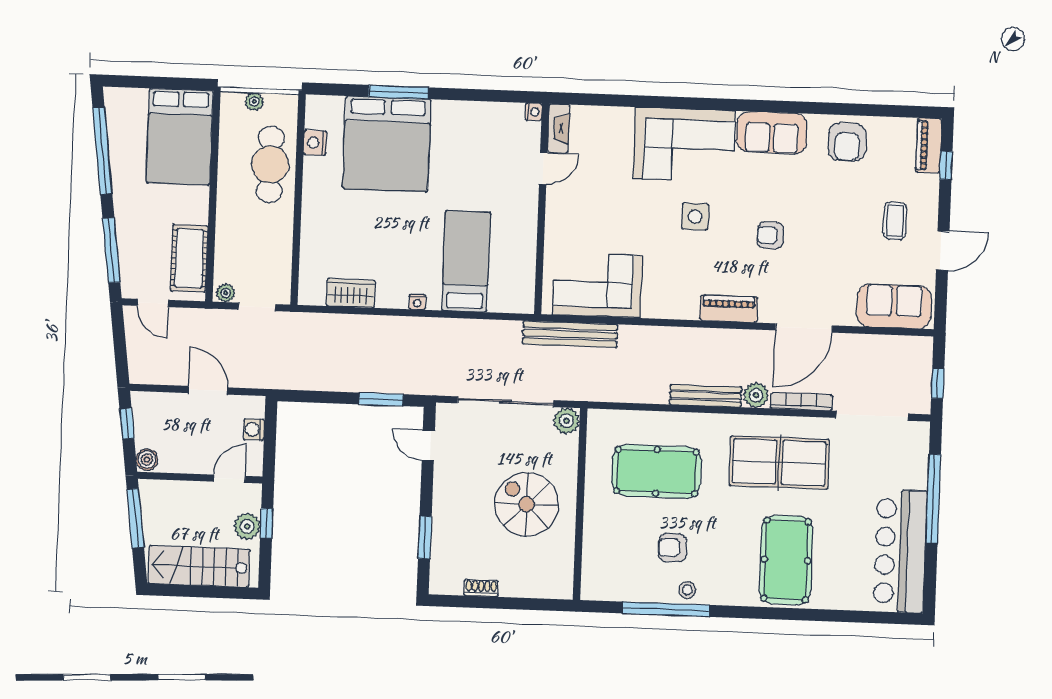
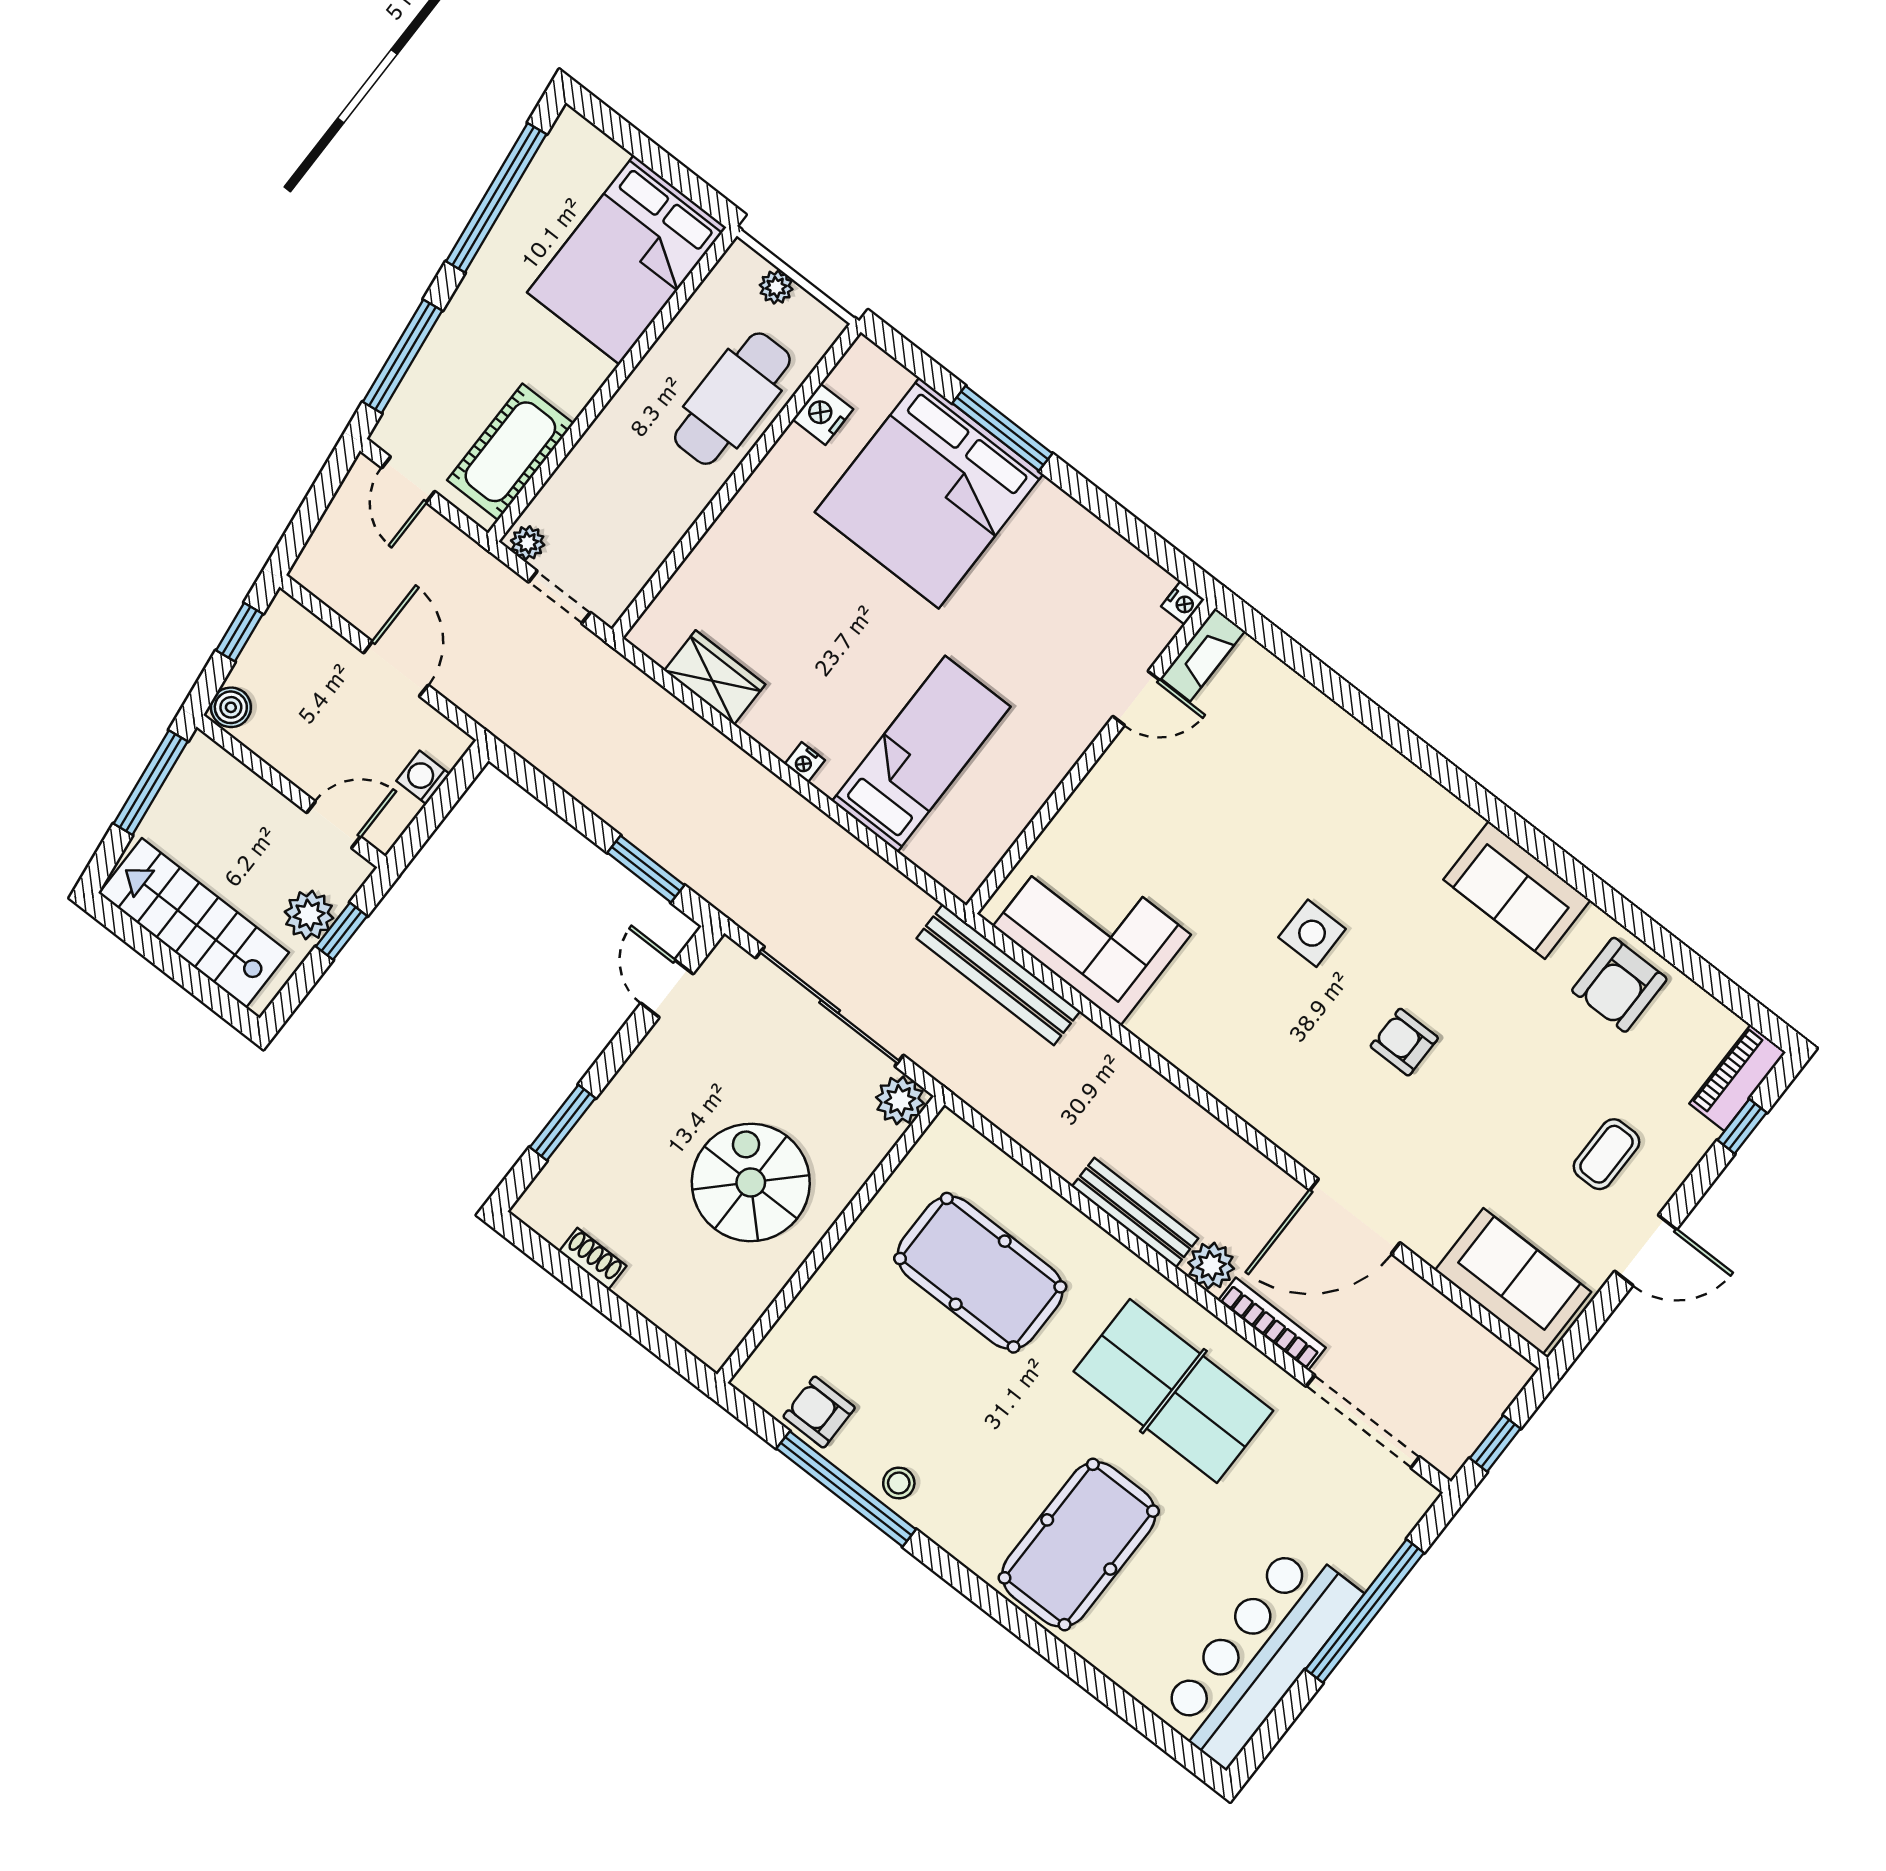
corner sofa: (684, 145) -> (1373, 814), removed
piano: (729, 309) -> (1263, 1107), removed
armchair: (673, 548) -> (819, 1412), moved

